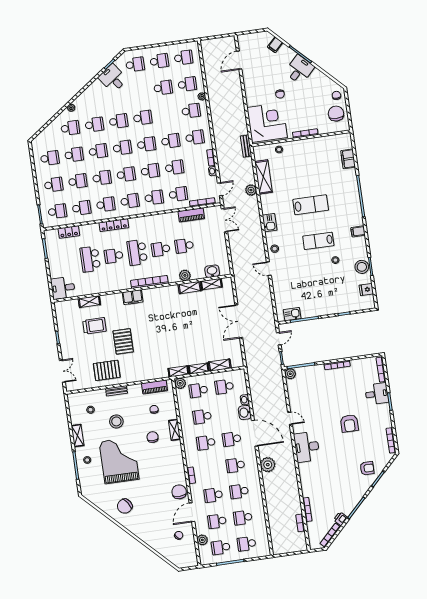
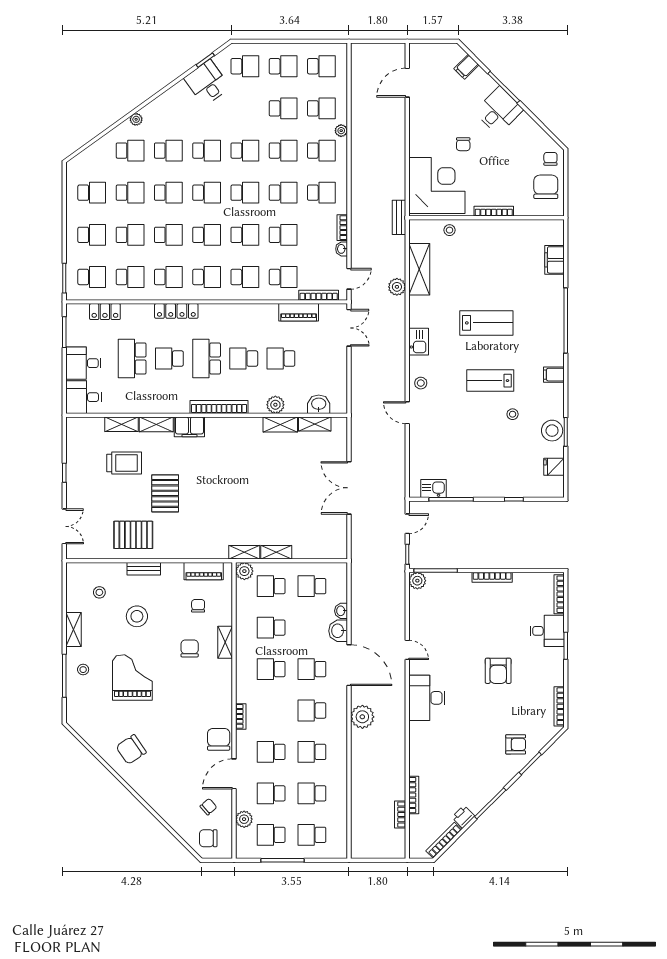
school desk: (167, 114) -> (283, 151), added
desk: (60, 266) -> (83, 363), added
shelving: (220, 365) -> (156, 424), moved
grand piano: (119, 460) -> (132, 677), width x0.73, depth x0.68
chair: (181, 555) -> (208, 838), added

